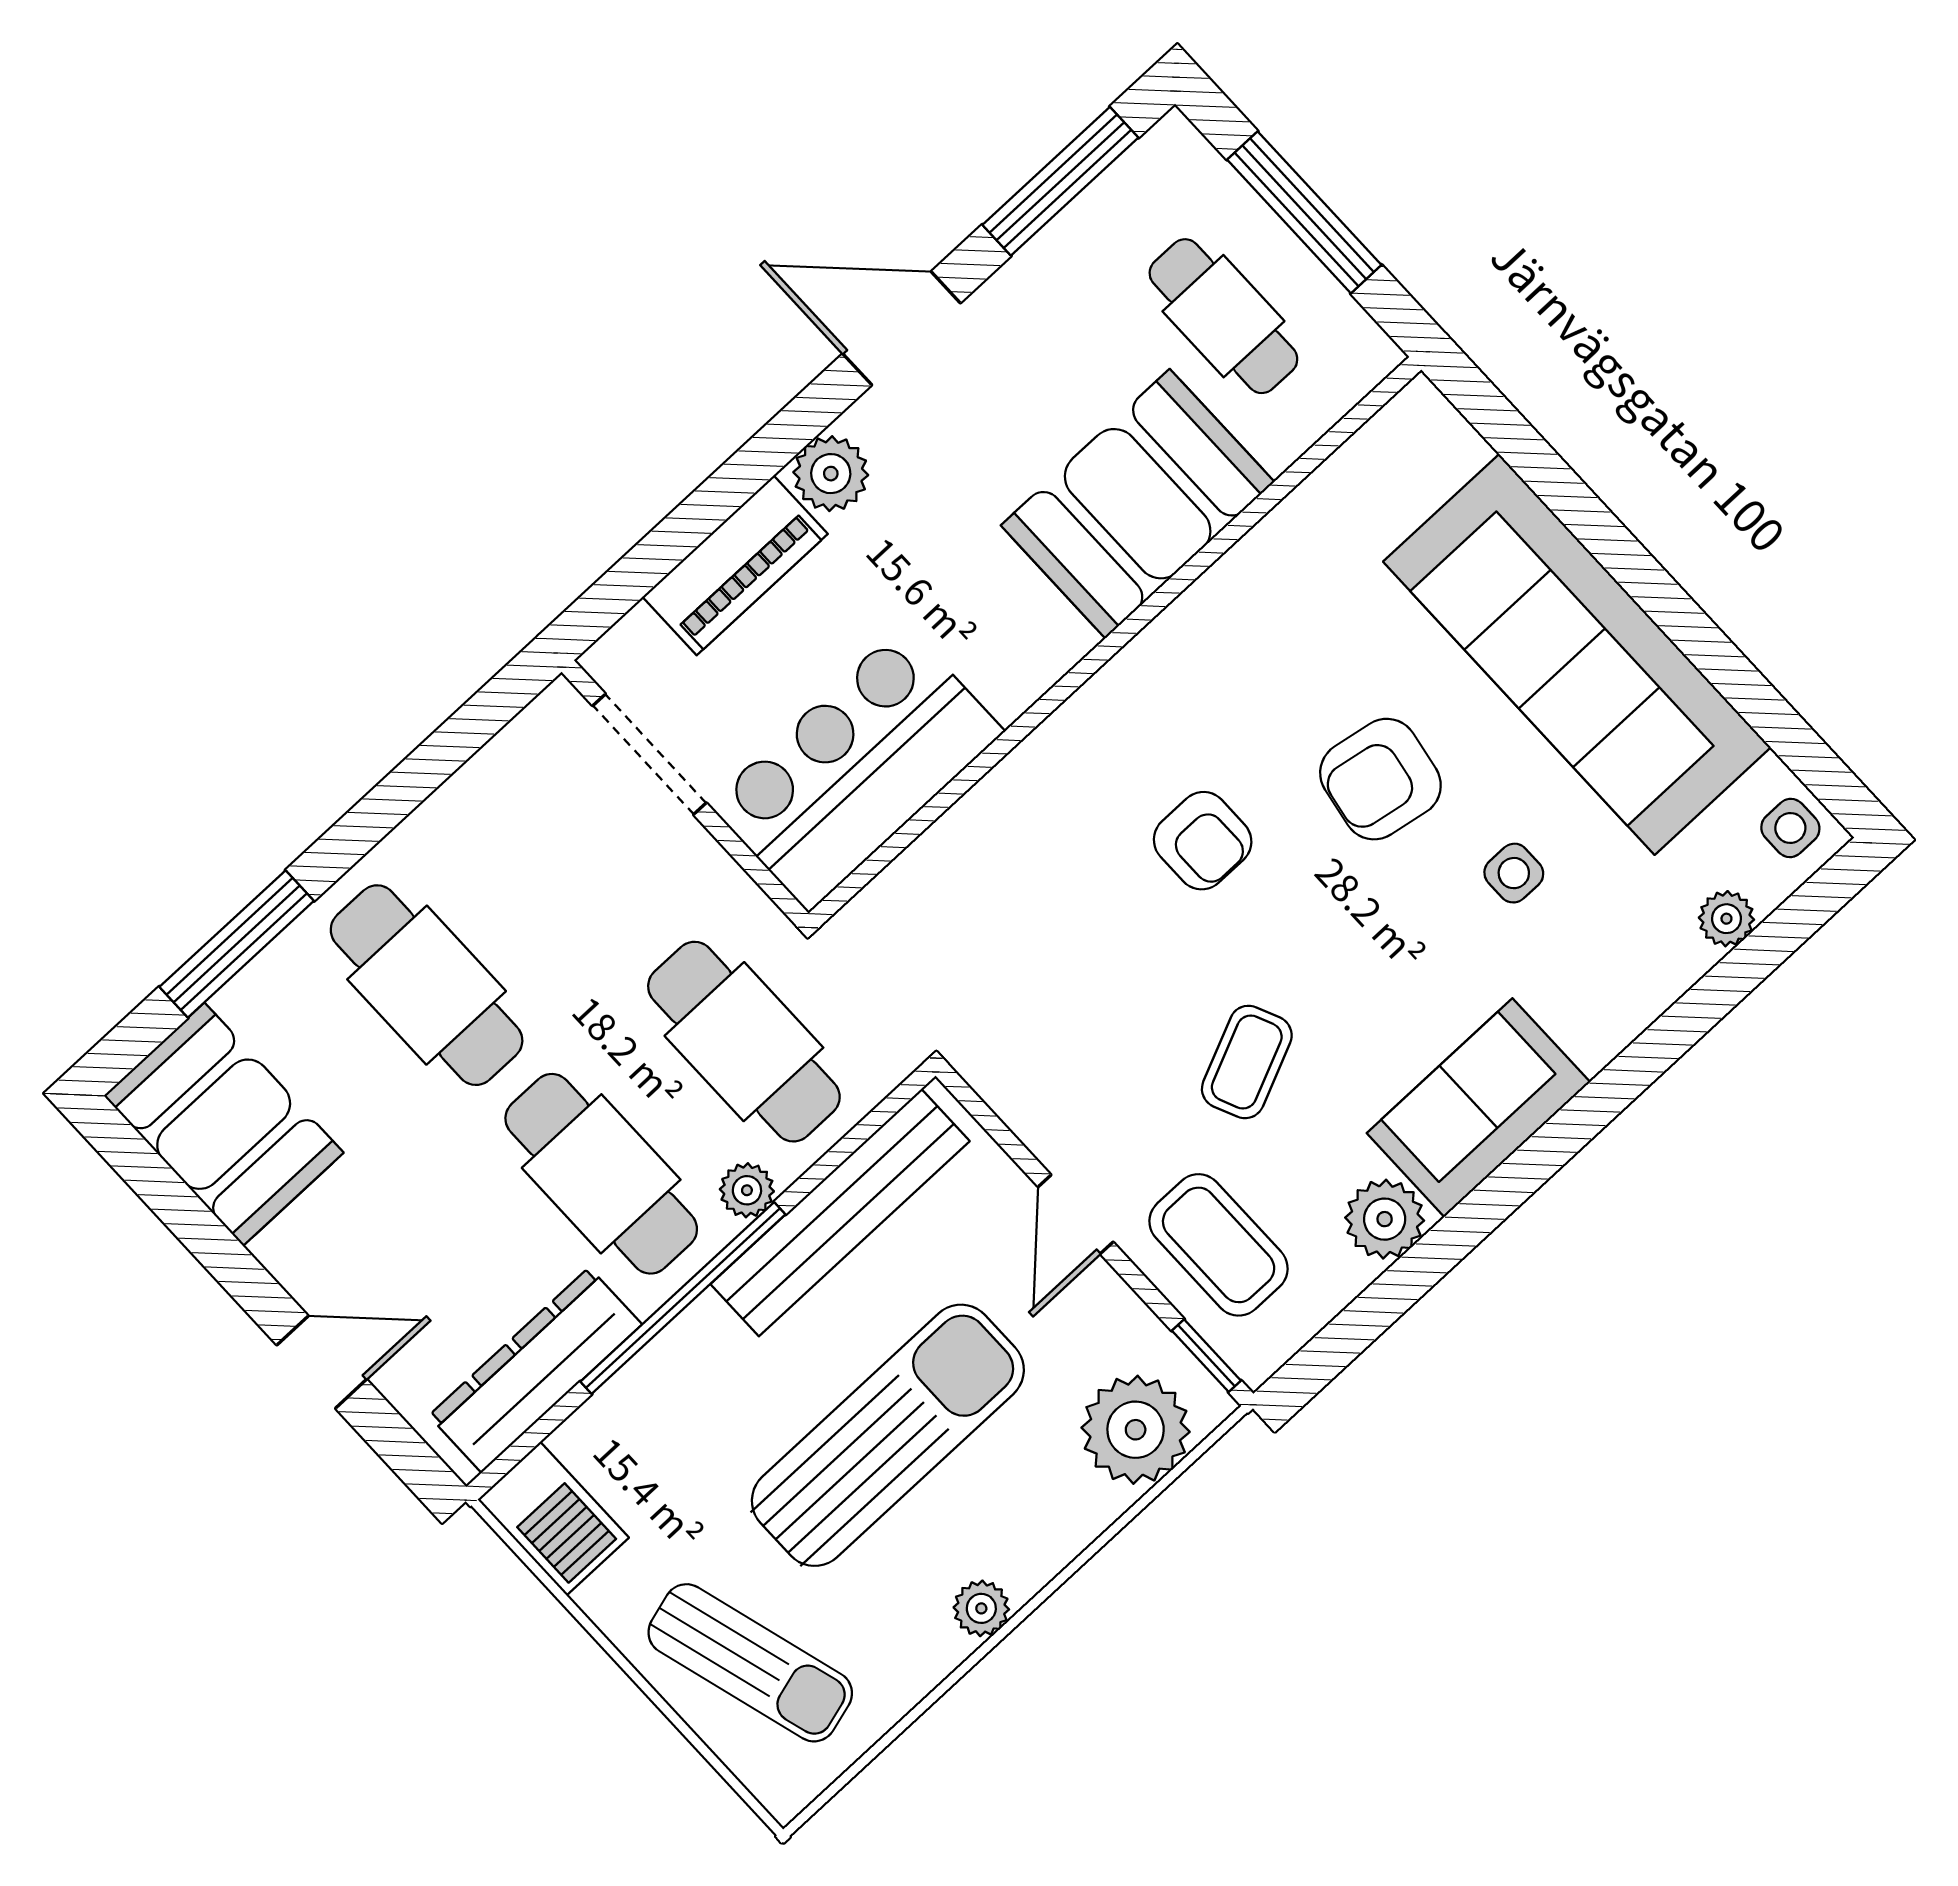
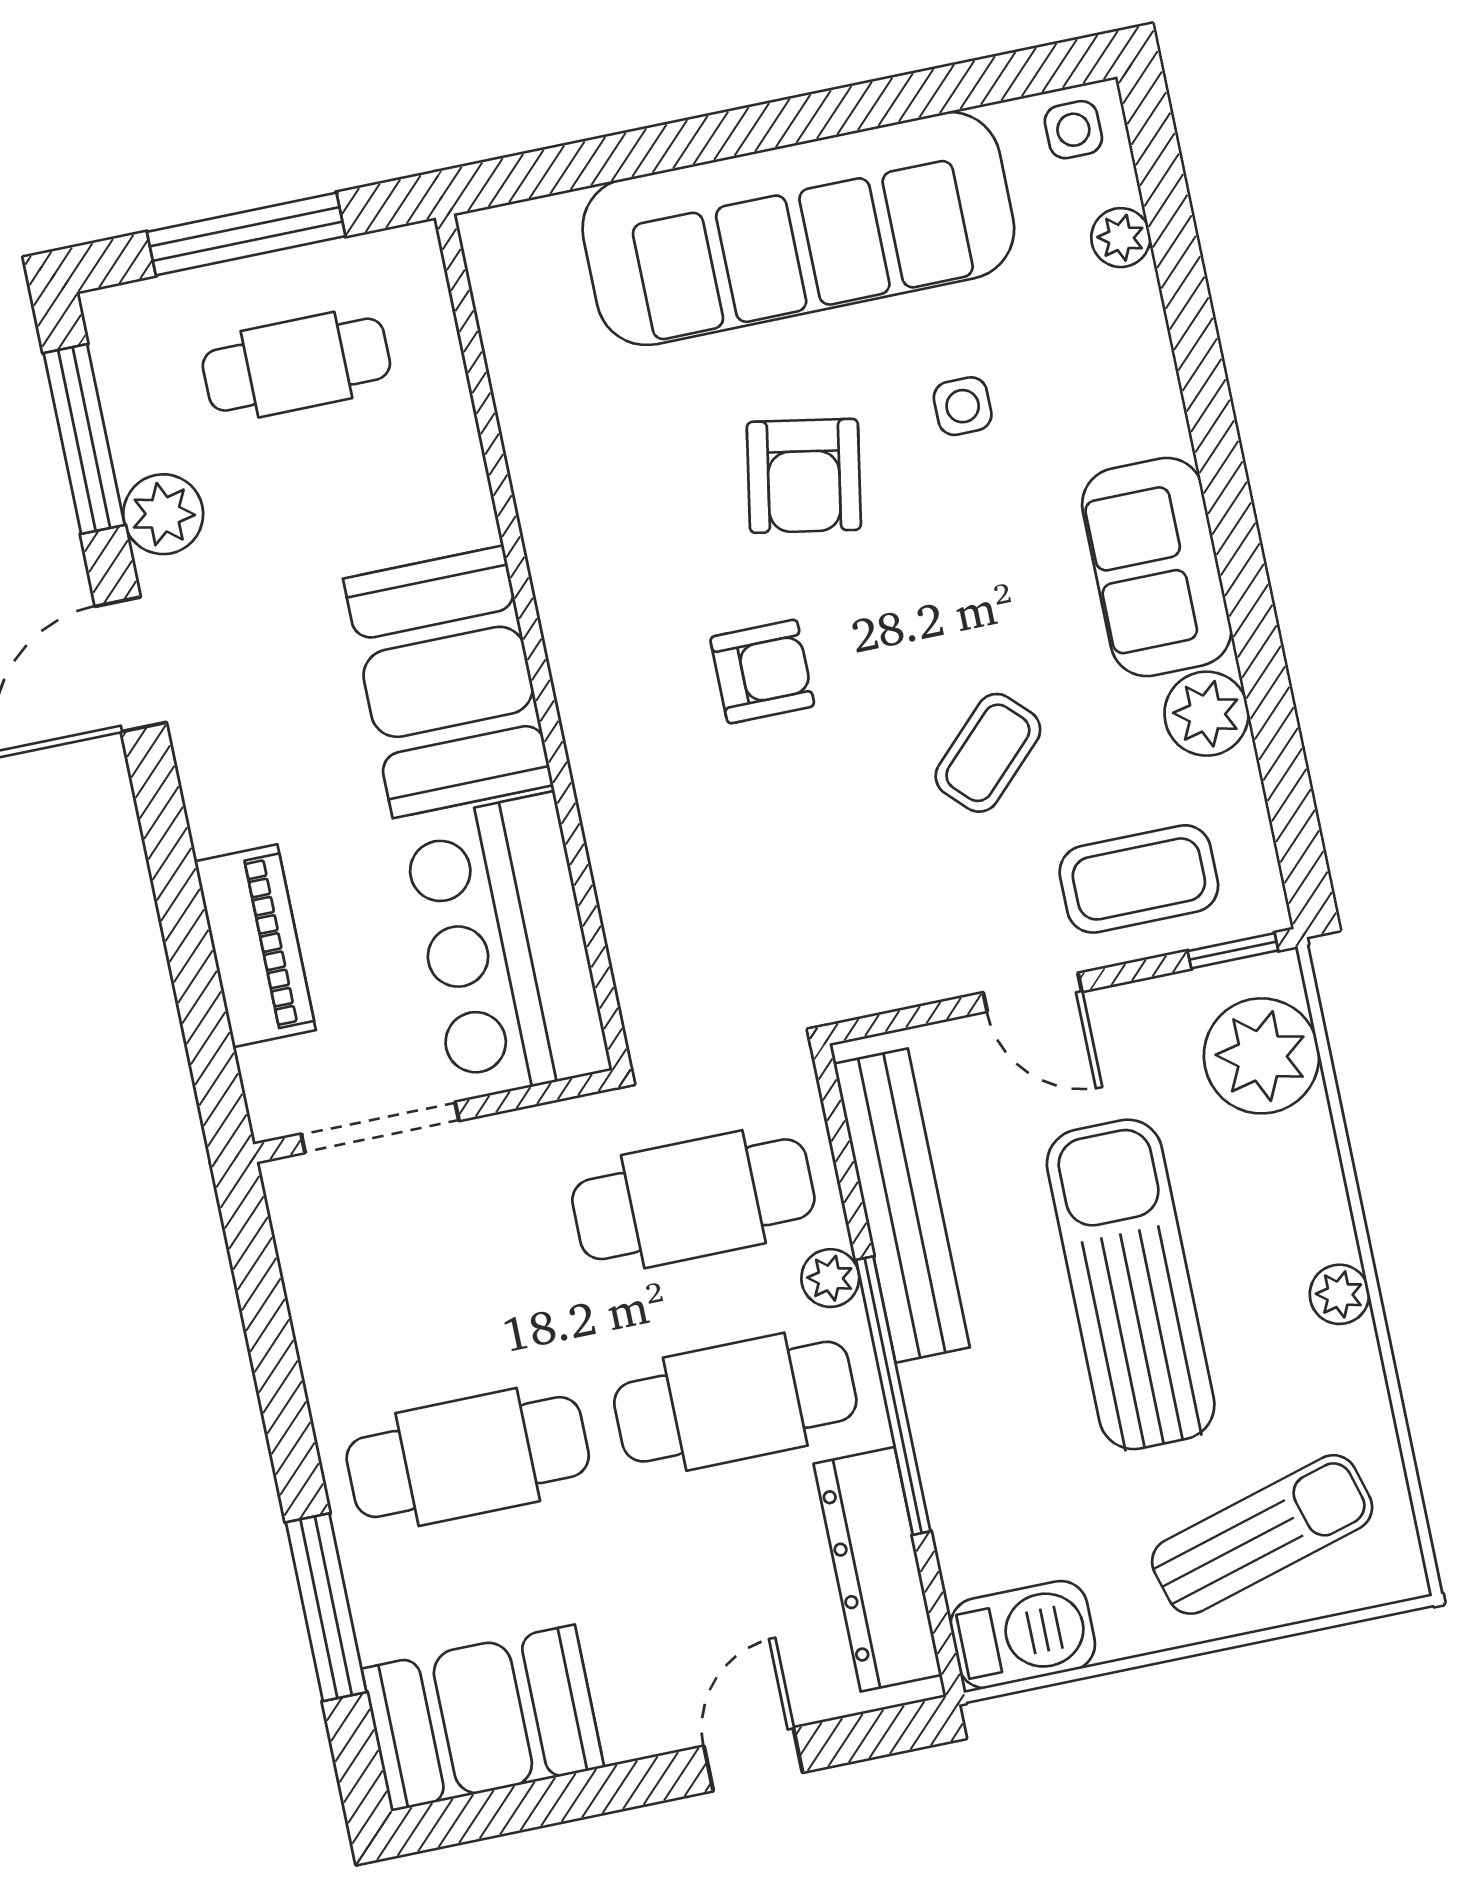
plant: (831, 474) -> (163, 514), moved
booth: (1138, 504) -> (448, 682), moved
coffee table: (1247, 1062) -> (988, 753), turned 69

